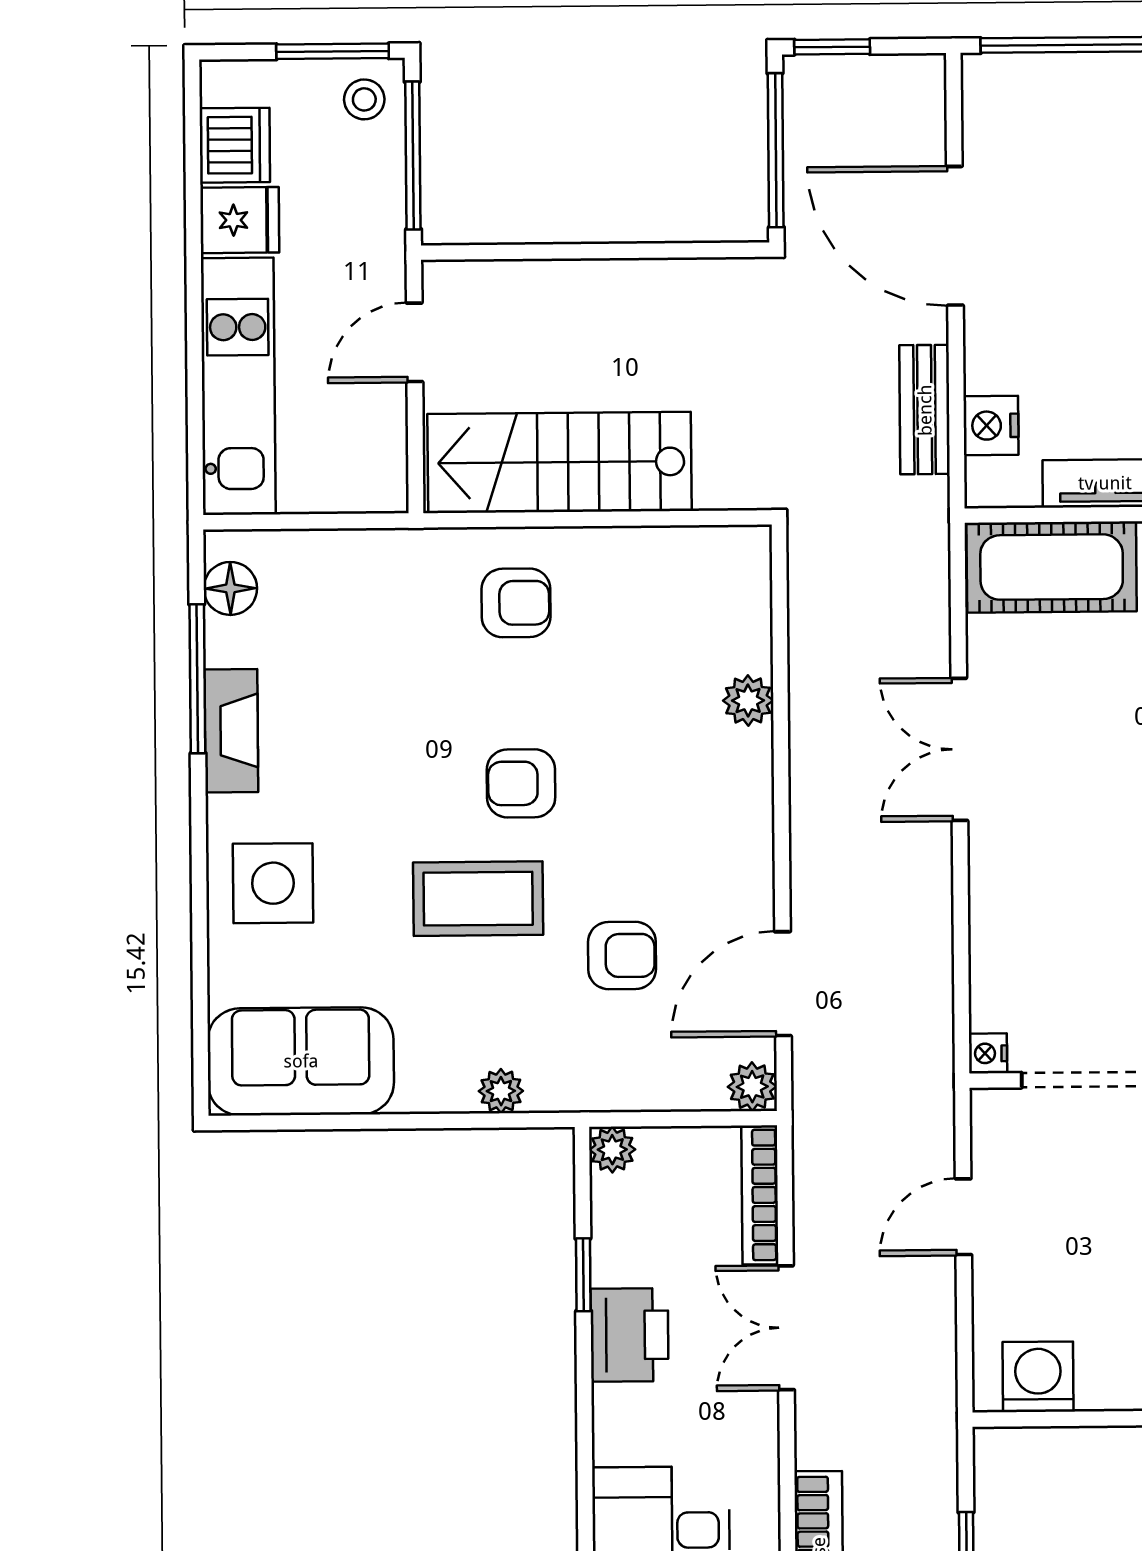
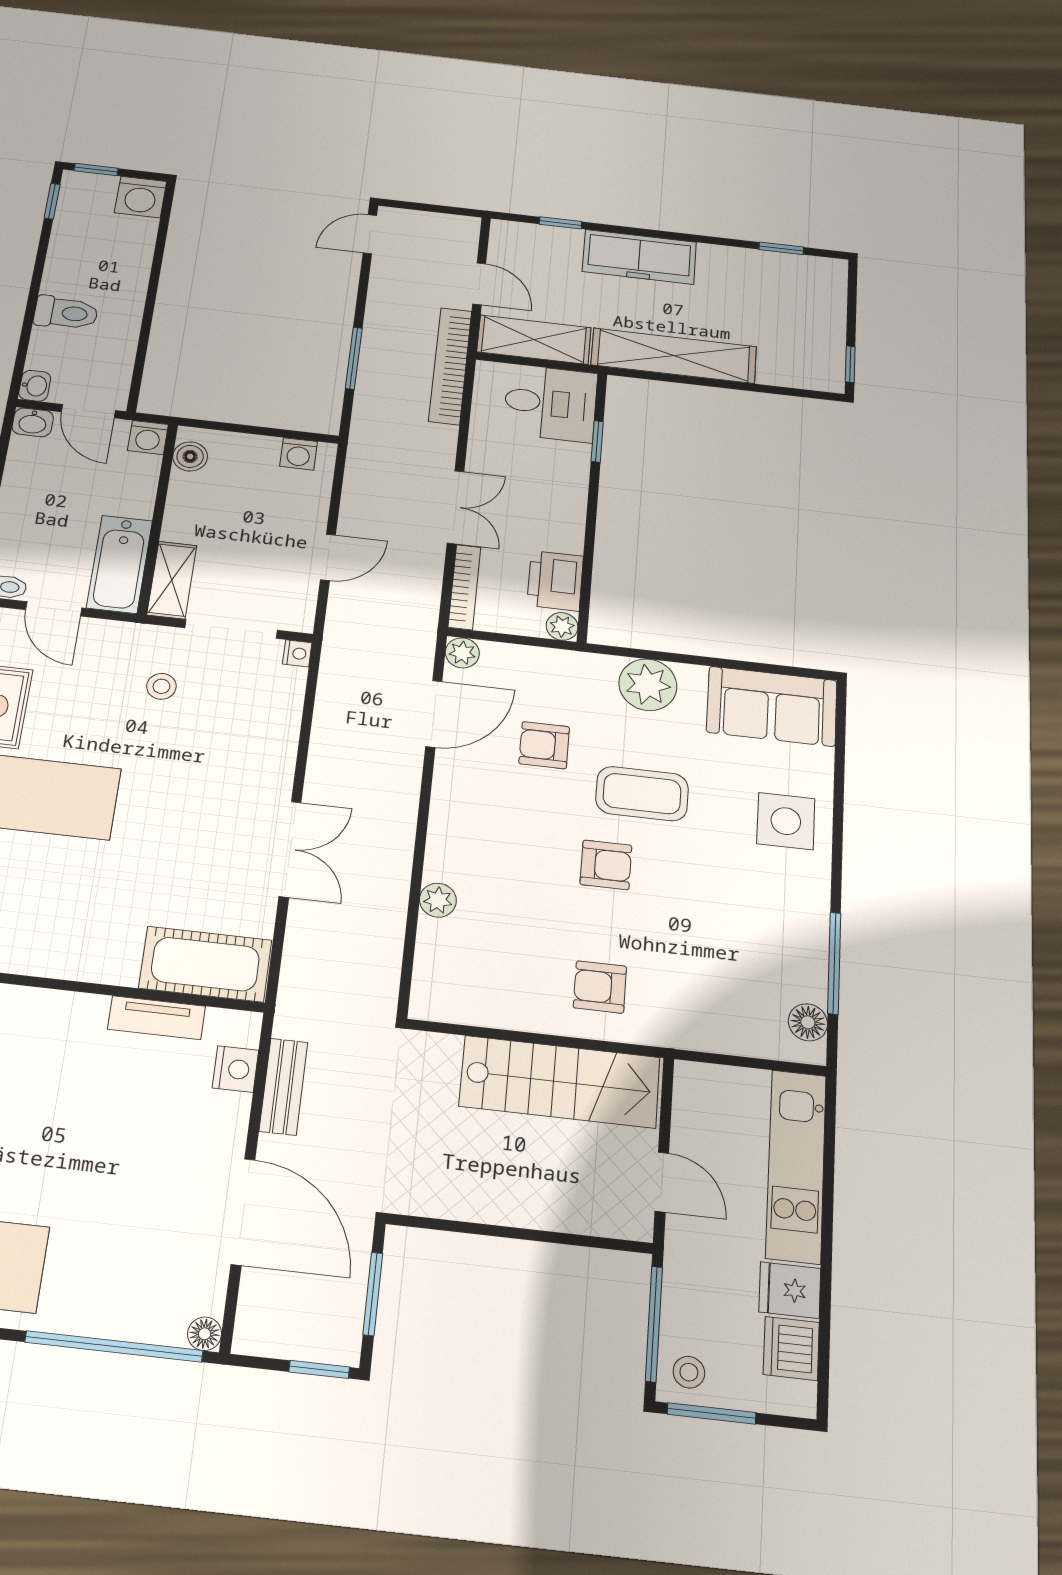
floor lamp: (982, 74) -> (205, 1334), added
window: (776, 150) -> (373, 1294), width x0.69
door: (415, 342) -> (662, 1182), hinge flipped
fireplace: (231, 731) -> (811, 925), removed
plant: (501, 1091) -> (648, 685), width x1.87, depth x1.87
window: (583, 1275) -> (597, 441), moved
printer: (629, 1335) -> (555, 581), moved
washing machine: (1038, 1377) -> (299, 454), width x0.73, depth x0.73

